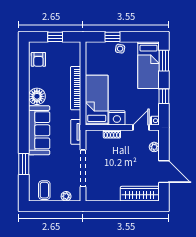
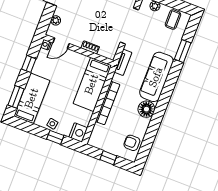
armchair: (38, 59) -> (132, 143), turned -90
nightstand: (117, 118) -> (78, 132), moved, turned 90

